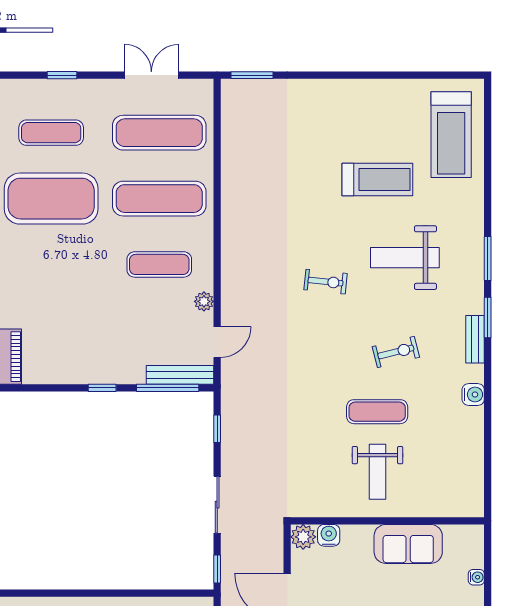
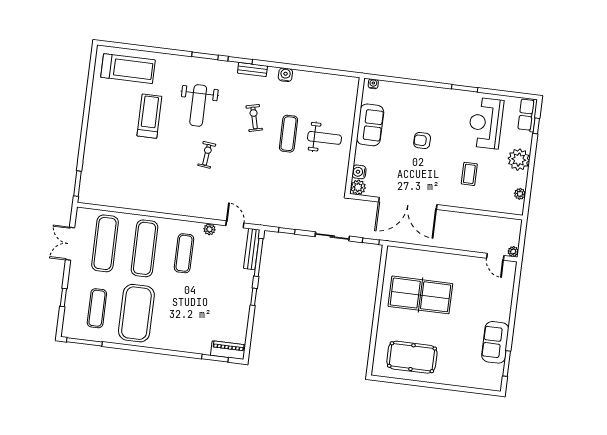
water cooler: (476, 577) -> (373, 84), moved

